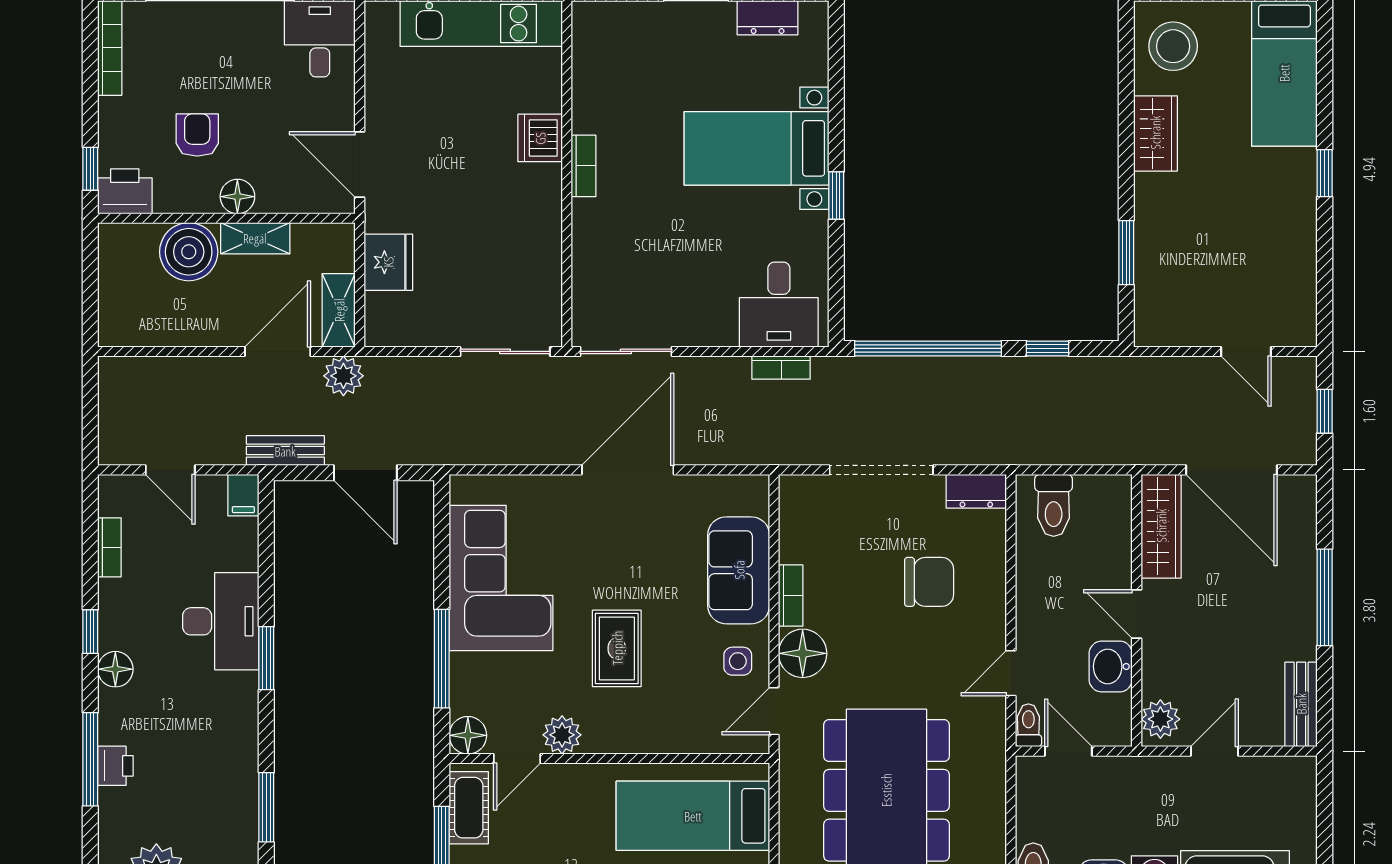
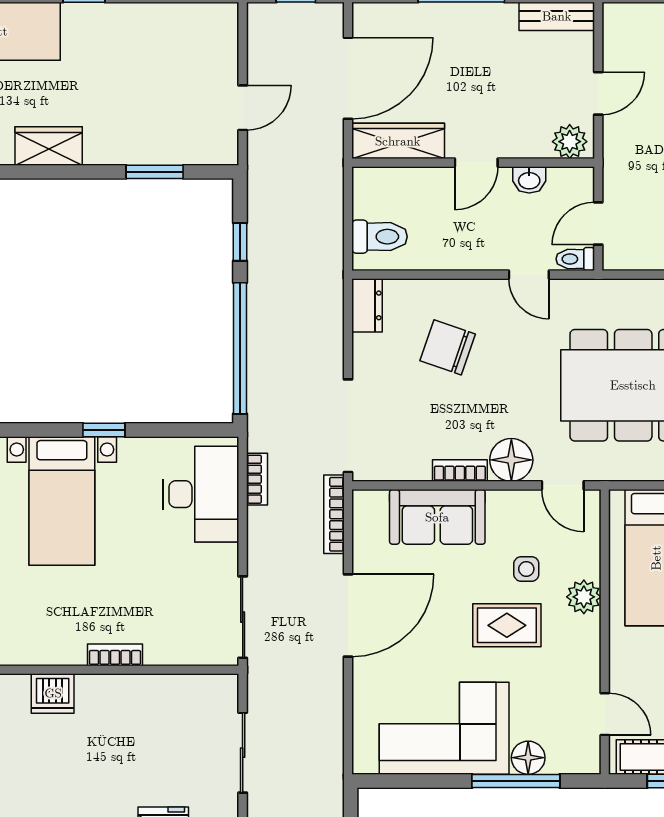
bookcase: (584, 166) -> (115, 655), moved
desk: (779, 305) -> (201, 494), width x1.37
sliding door: (505, 351) -> (243, 753), moved
door: (1246, 351) -> (243, 108), moved
bookcase: (742, 454) -> (334, 514), added
door: (628, 470) -> (348, 615), swing flipped
doorway: (881, 470) -> (348, 426), moved
chair: (929, 582) -> (448, 347), turned -71
side table: (738, 661) -> (526, 569), moved
washbasin: (1111, 666) -> (529, 180), width x0.72, depth x0.69
floor lamp: (468, 735) -> (528, 758), moved
plant: (562, 735) -> (584, 597), moved
door: (1215, 751) -> (598, 93), swing flipped

